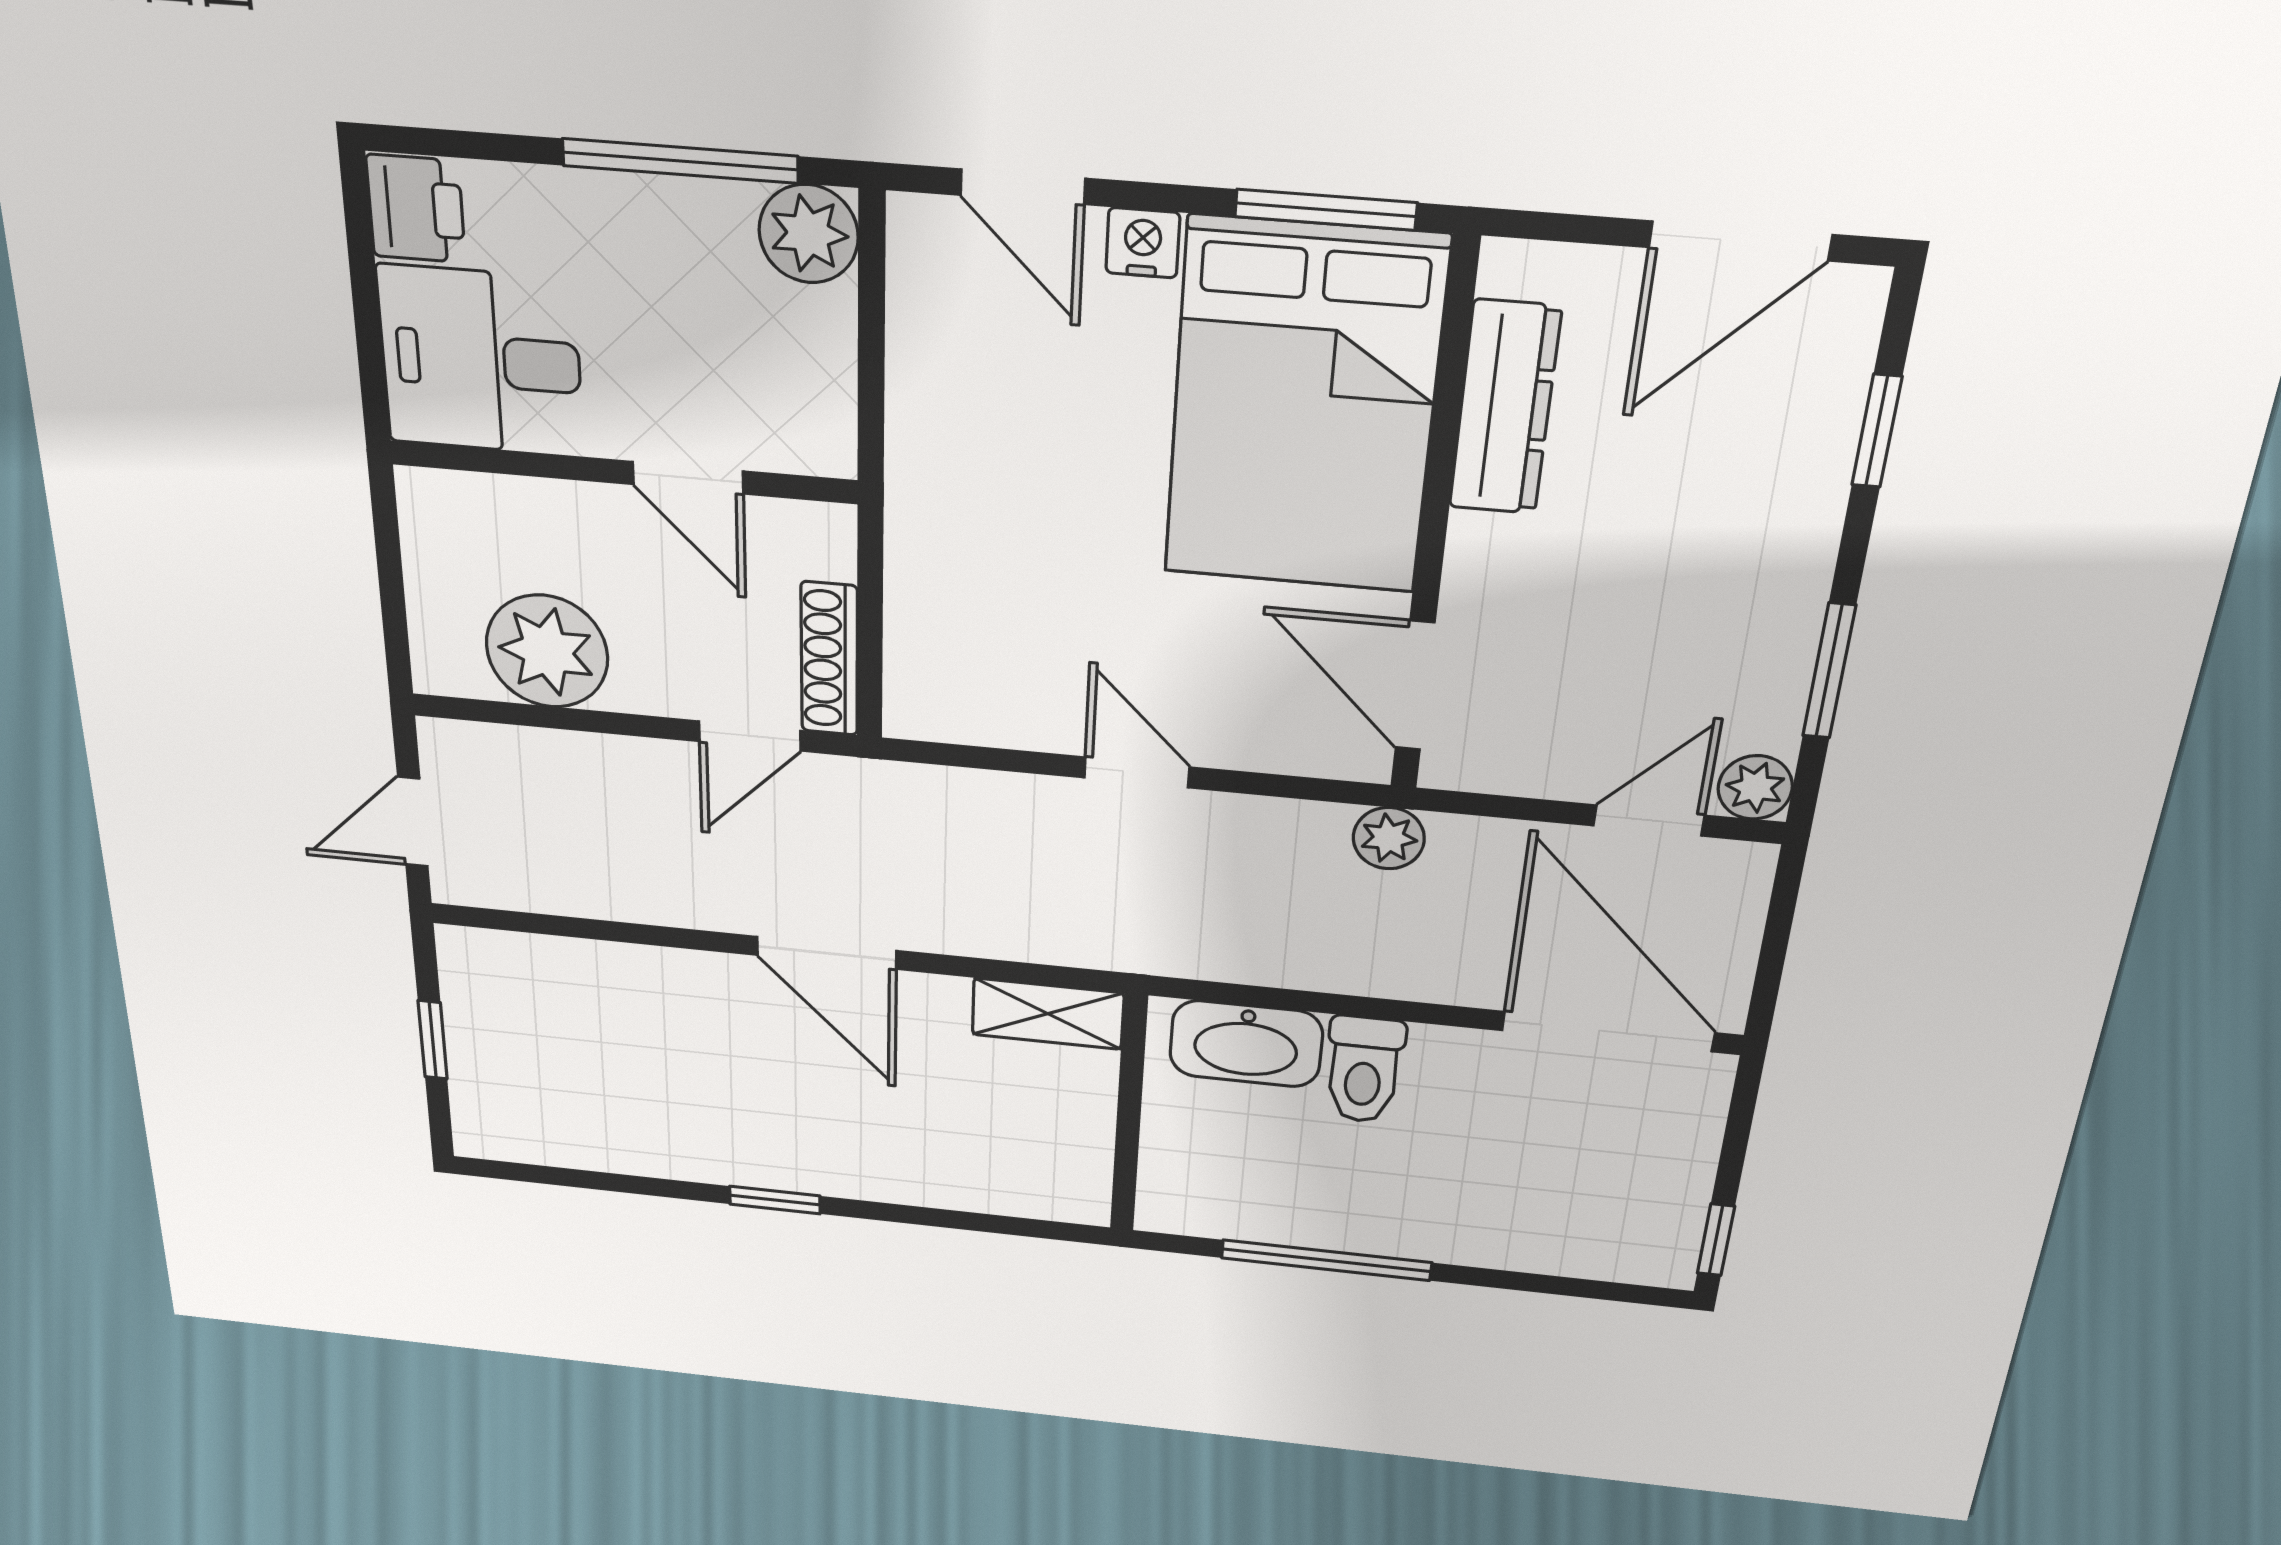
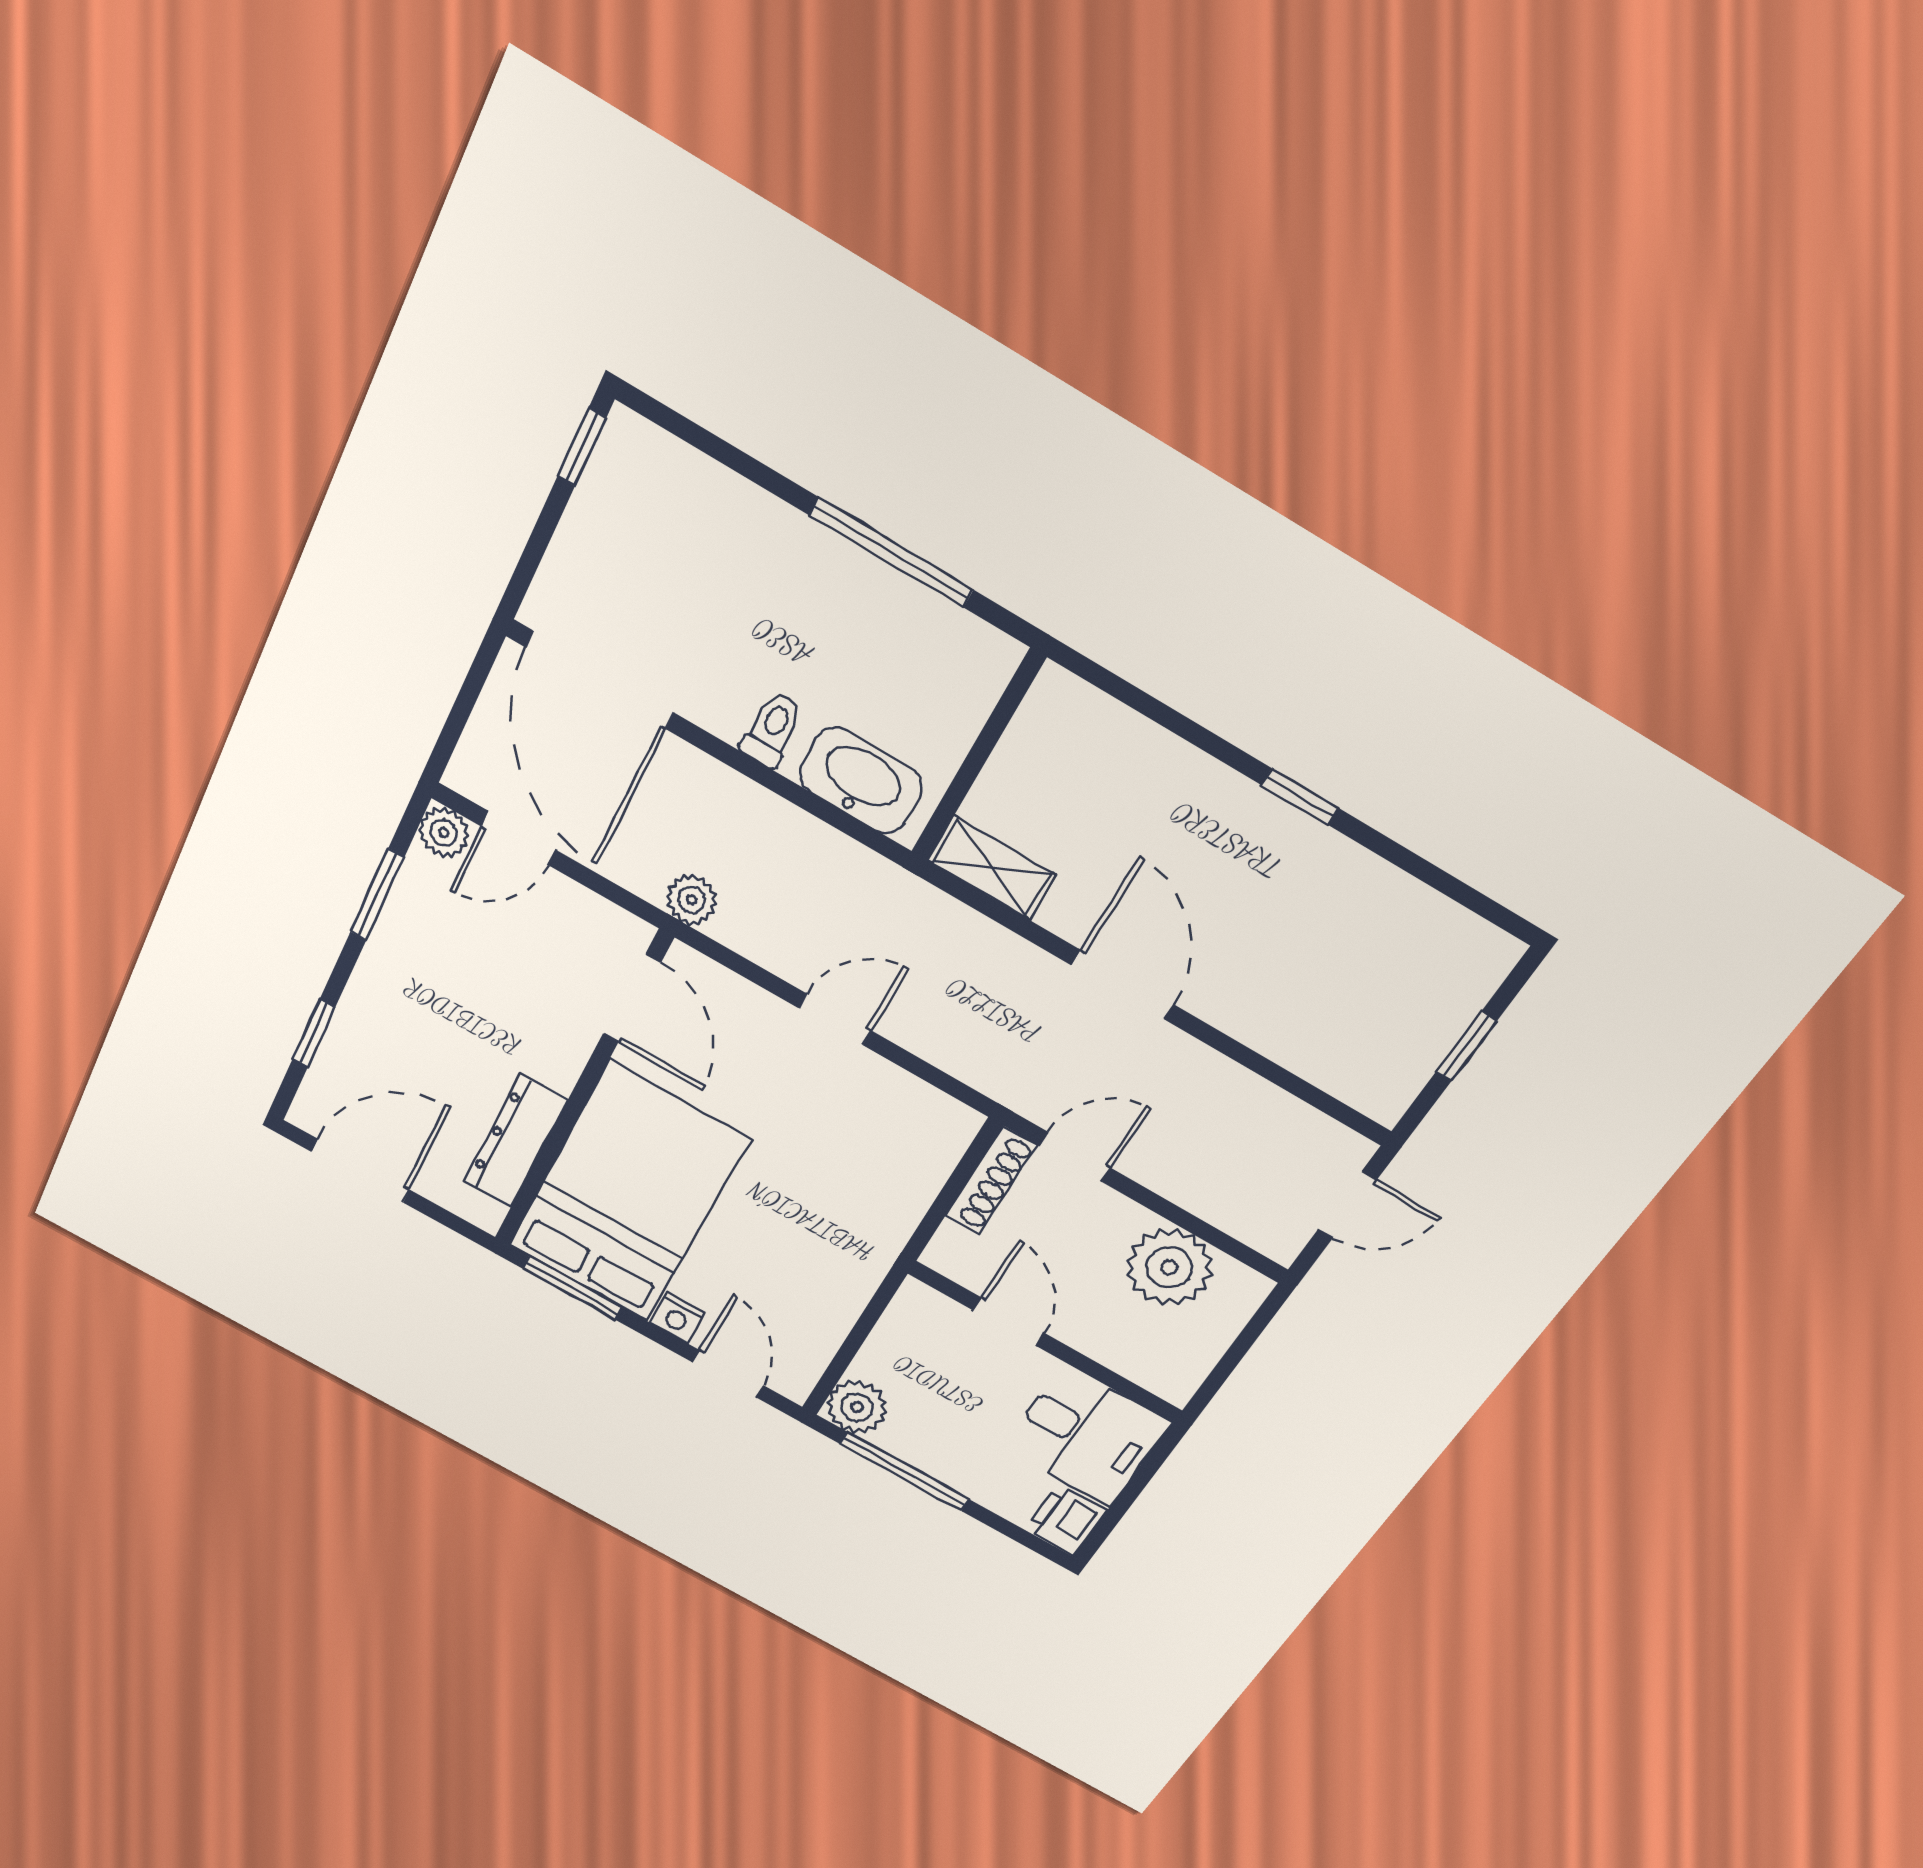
door: (1137, 772) -> (835, 1019), swing flipped
toilet: (1364, 1070) -> (772, 729), width x0.73, depth x0.72

